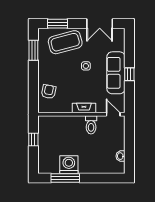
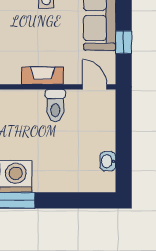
window: (129, 74) -> (124, 42), moved

